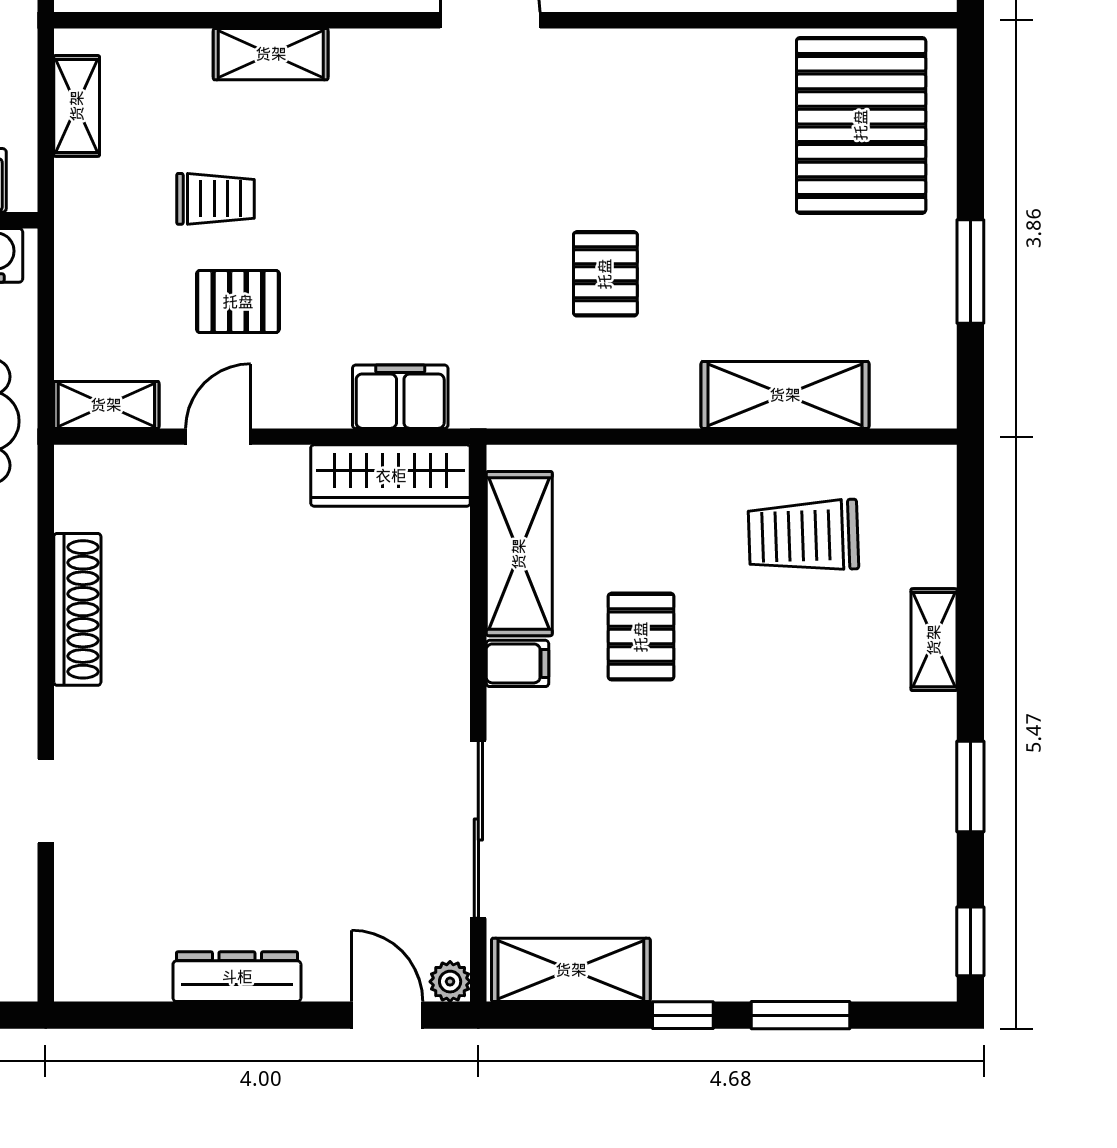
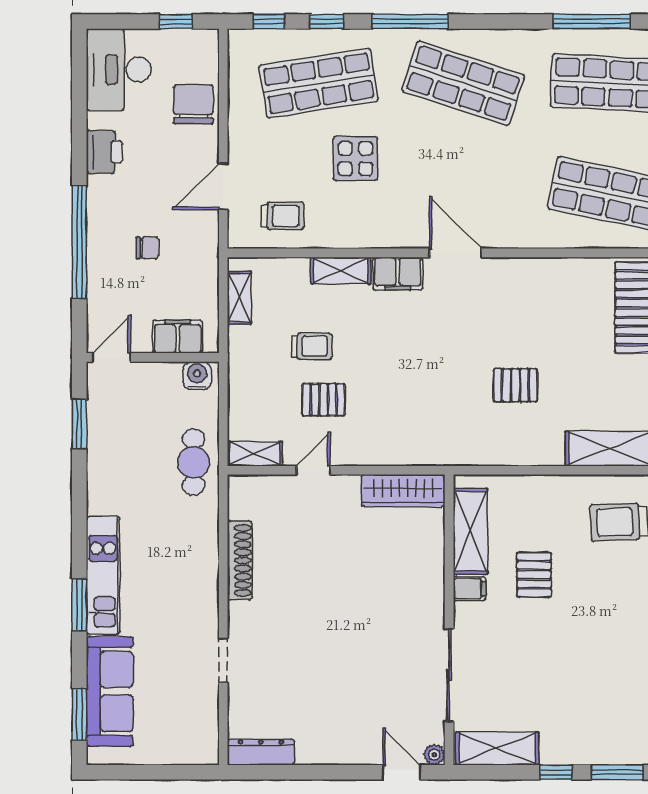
pallet: (605, 274) -> (515, 385), turned 90
filing cabinet: (400, 397) -> (398, 274), moved, turned 180
dresser: (237, 977) -> (261, 752), moved

